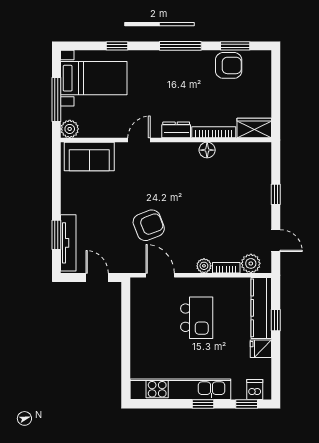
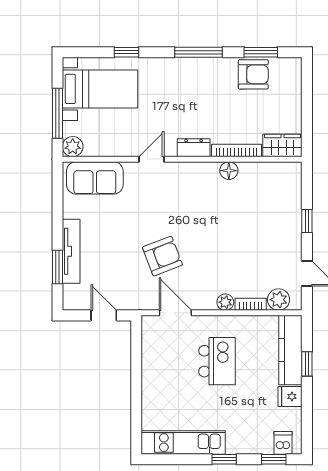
tv unit: (68, 243) -> (71, 251), moved
kitchen unit: (180, 389) -> (183, 442), width x0.73

